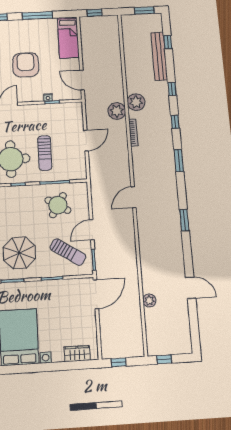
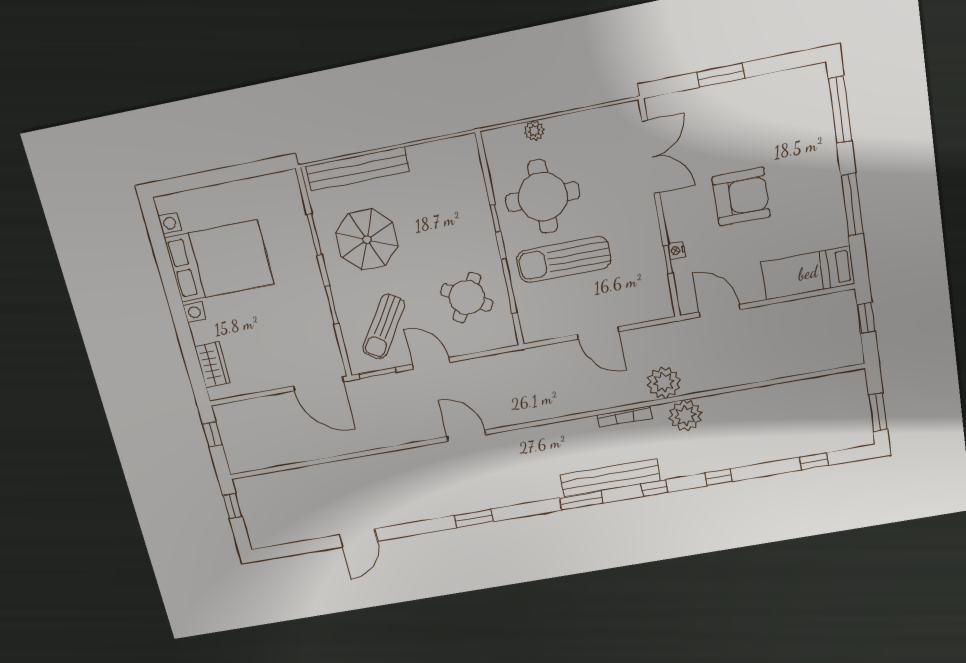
bench: (159, 56) -> (610, 478), moved
door: (82, 80) -> (720, 311), hinge flipped
sun lounger: (45, 153) -> (564, 260), width x1.36, depth x1.34
door: (134, 197) -> (466, 436), moved
plant: (149, 300) -> (325, 474), removed

